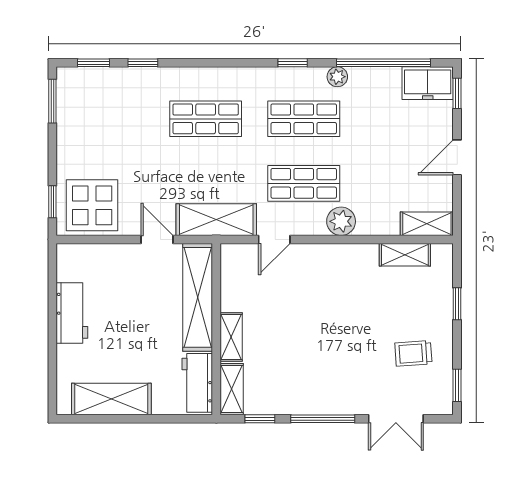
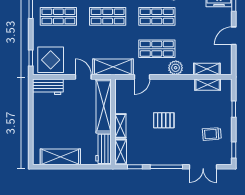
shop shelf: (108, 119) -> (58, 16), added
shelving: (427, 224) -> (207, 69), moved
workbench: (72, 313) -> (48, 87), moved, turned 90
pallet: (318, 326) -> (164, 120), added

